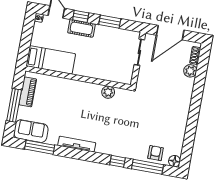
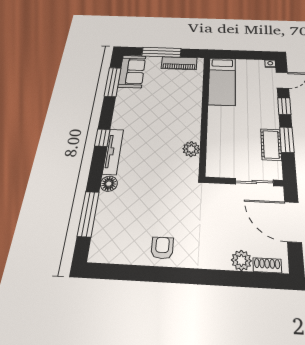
cot: (81, 28) -> (271, 144), moved
tv unit: (77, 144) -> (113, 151), moved
armchair: (156, 153) -> (162, 248), moved, turned -90
window: (117, 161) -> (102, 138), moved
floor lamp: (174, 161) -> (109, 184), moved

